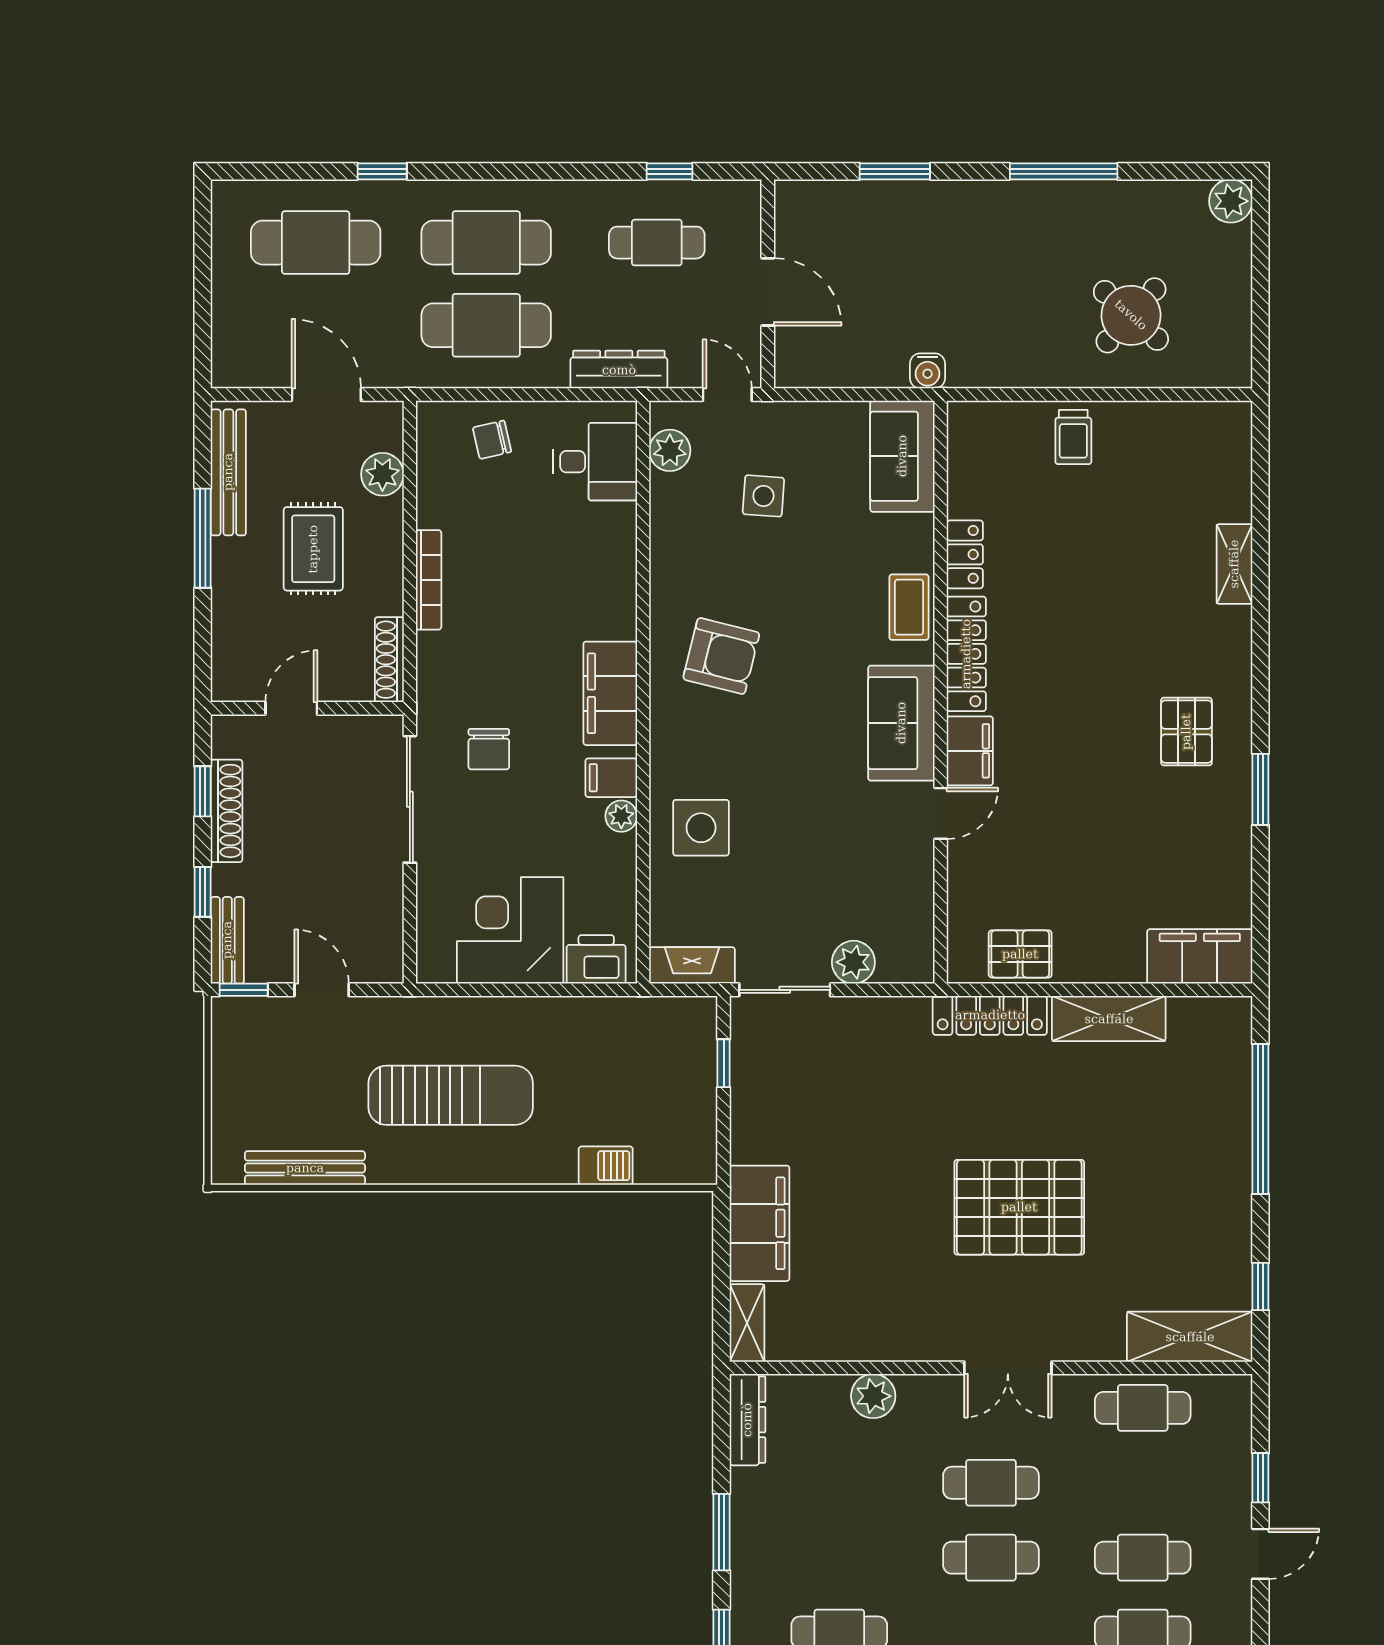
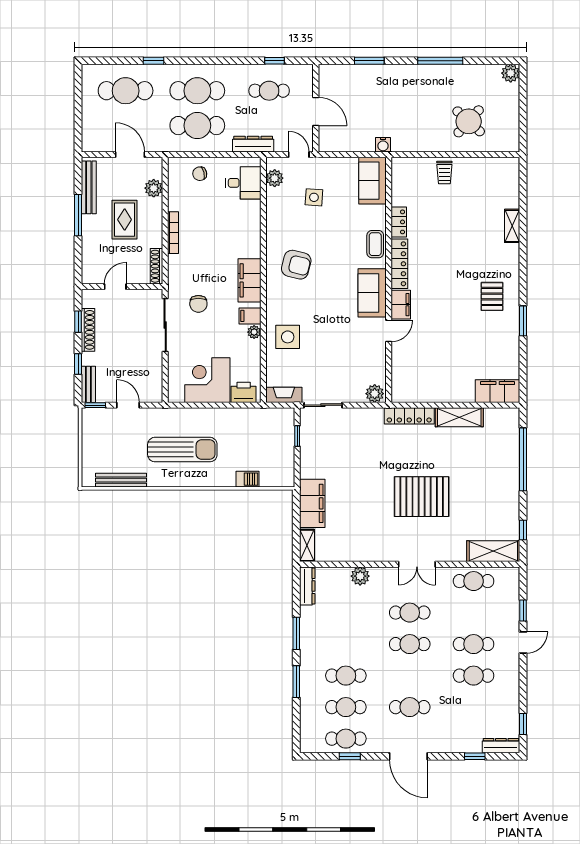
pallet: (1020, 954) -> (422, 390), removed
plant: (853, 962) -> (375, 394), moved

